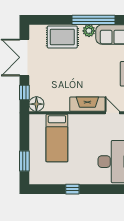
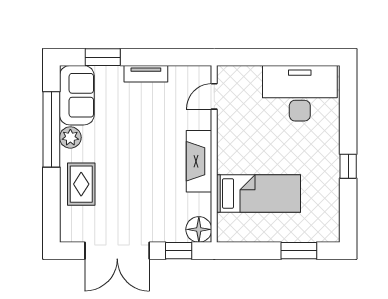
rug: (62, 37) -> (81, 184), width x0.73, depth x0.70
fireplace: (87, 104) -> (199, 161), moved

